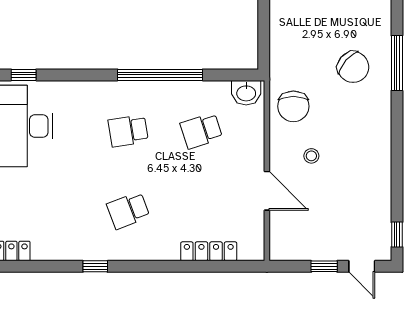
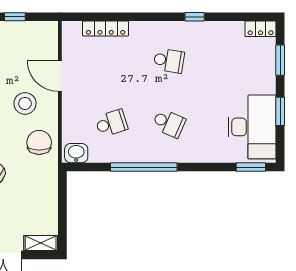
window: (24, 75) -> (251, 167), width x1.50
school desk: (128, 131) -> (169, 123), turned 33
stool: (311, 156) -> (25, 103), width x1.89, depth x1.89
school desk: (128, 210) -> (169, 61), turned 30

